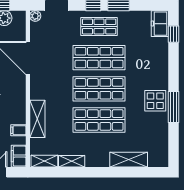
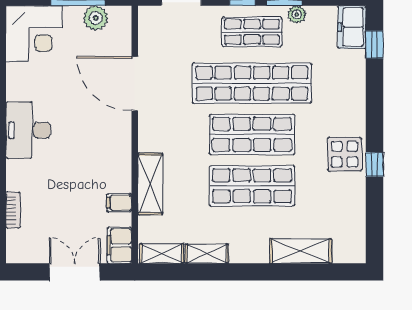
plant: (35, 16) -> (297, 14), moved
shop shelf: (99, 58) -> (252, 83), width x1.40
window: (174, 107) -> (374, 164), width x0.46

